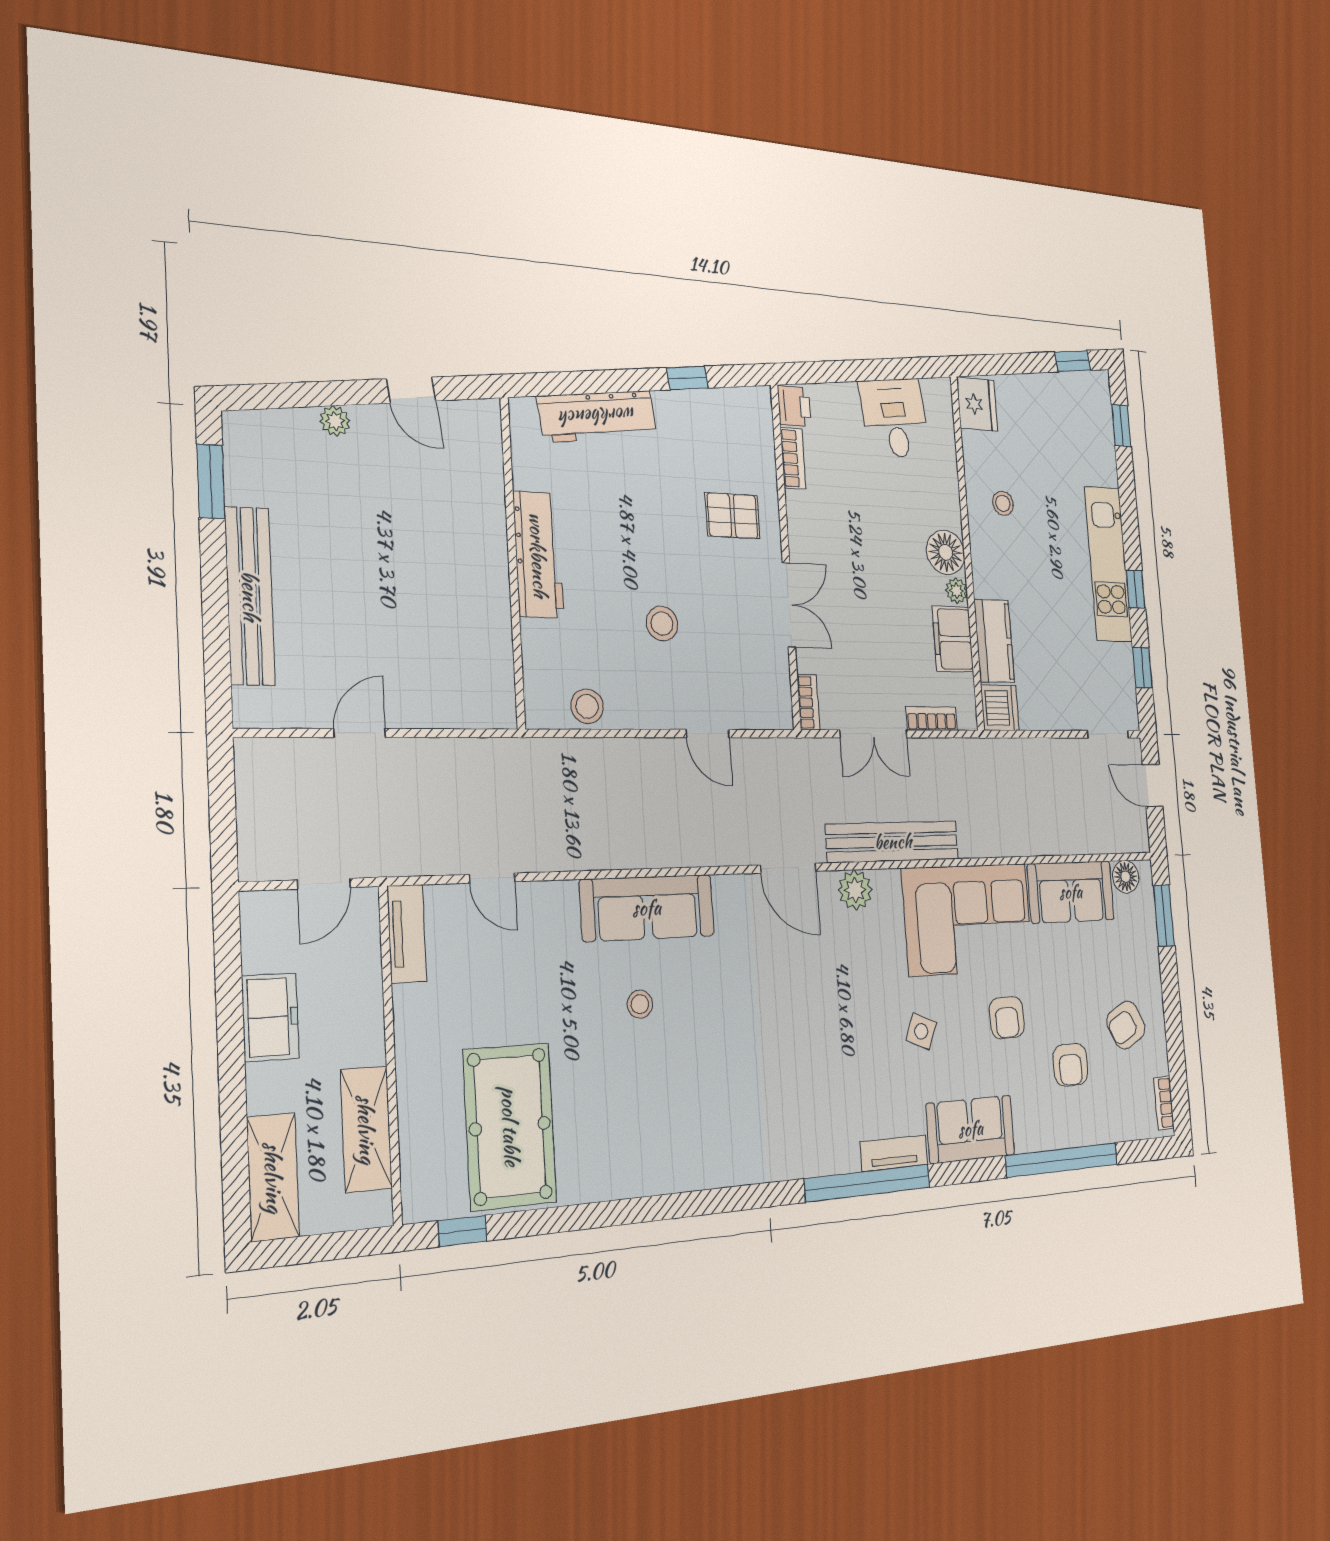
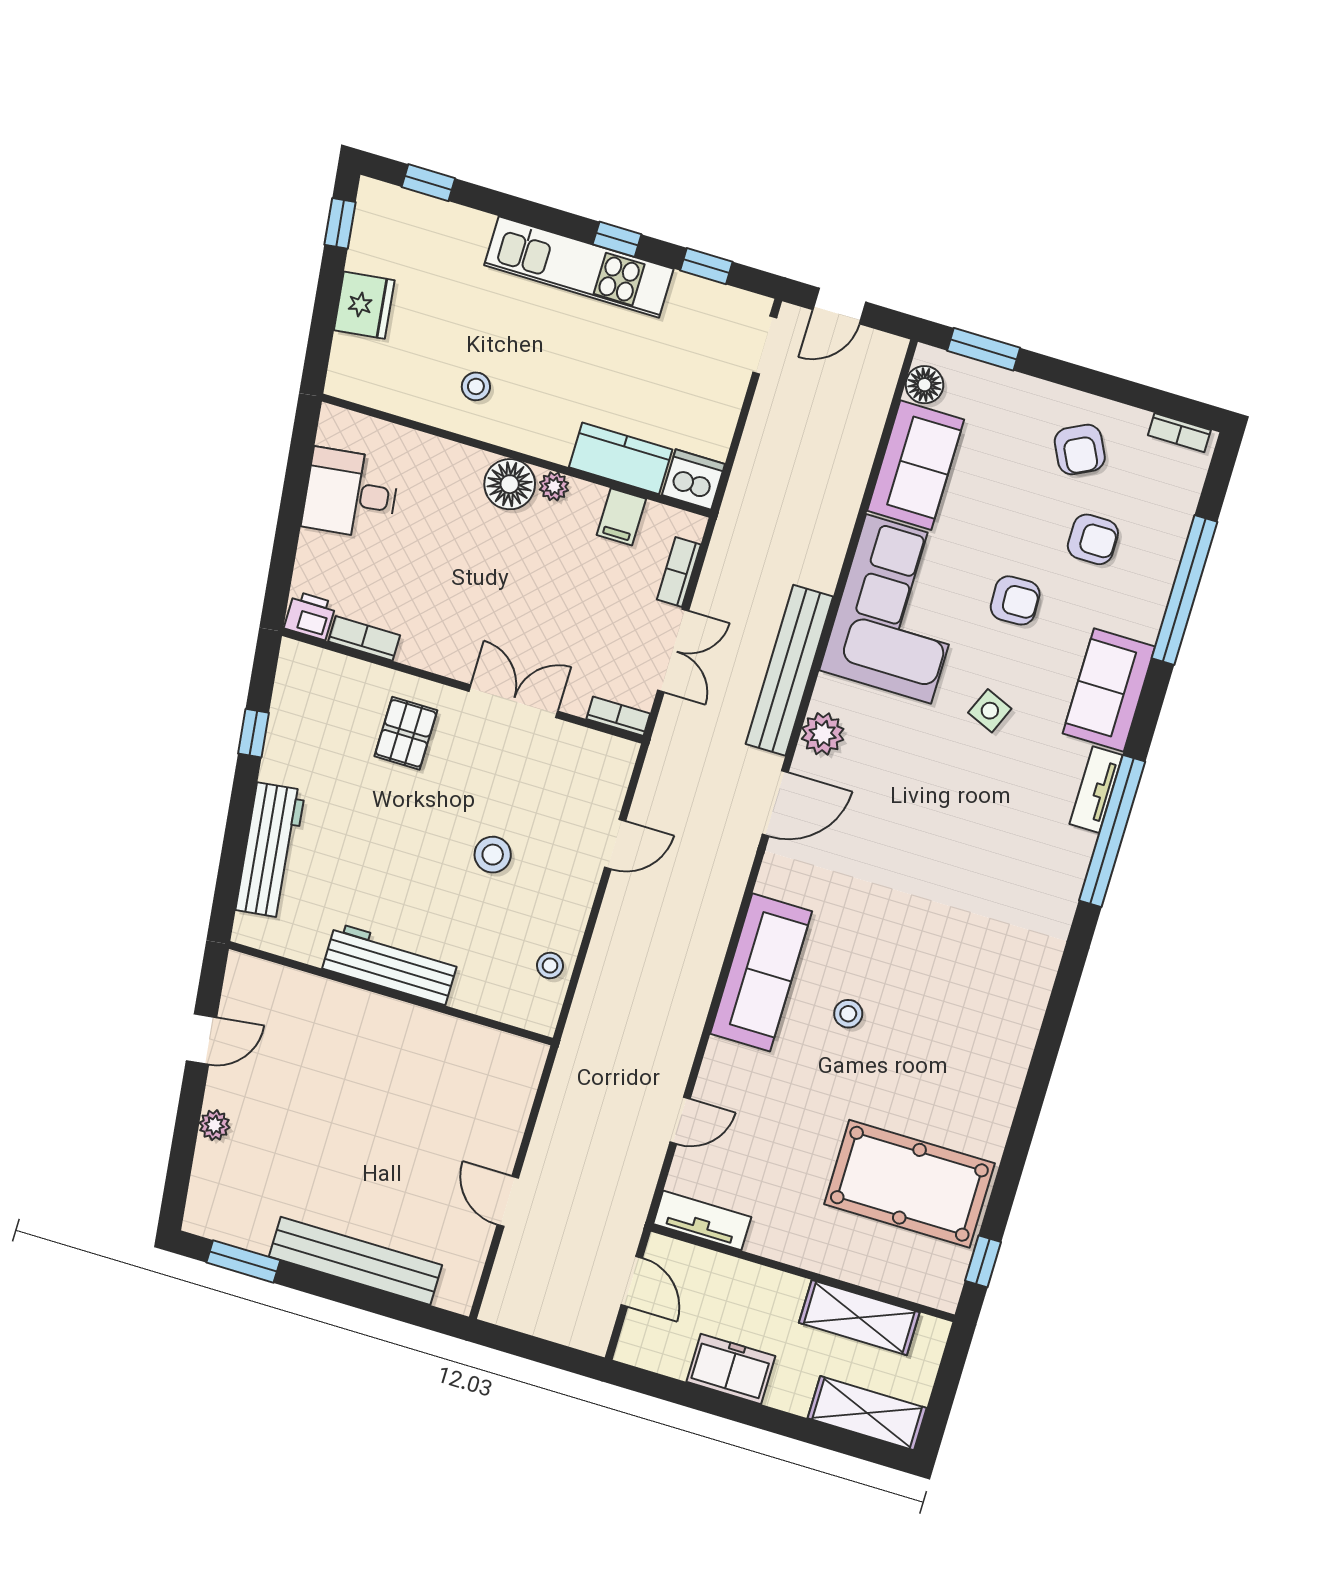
fridge: (977, 404) -> (364, 305), moved, turned 83
filing cabinet: (953, 639) -> (621, 517), width x0.50
stool: (587, 706) -> (550, 965), width x0.73, depth x0.73

